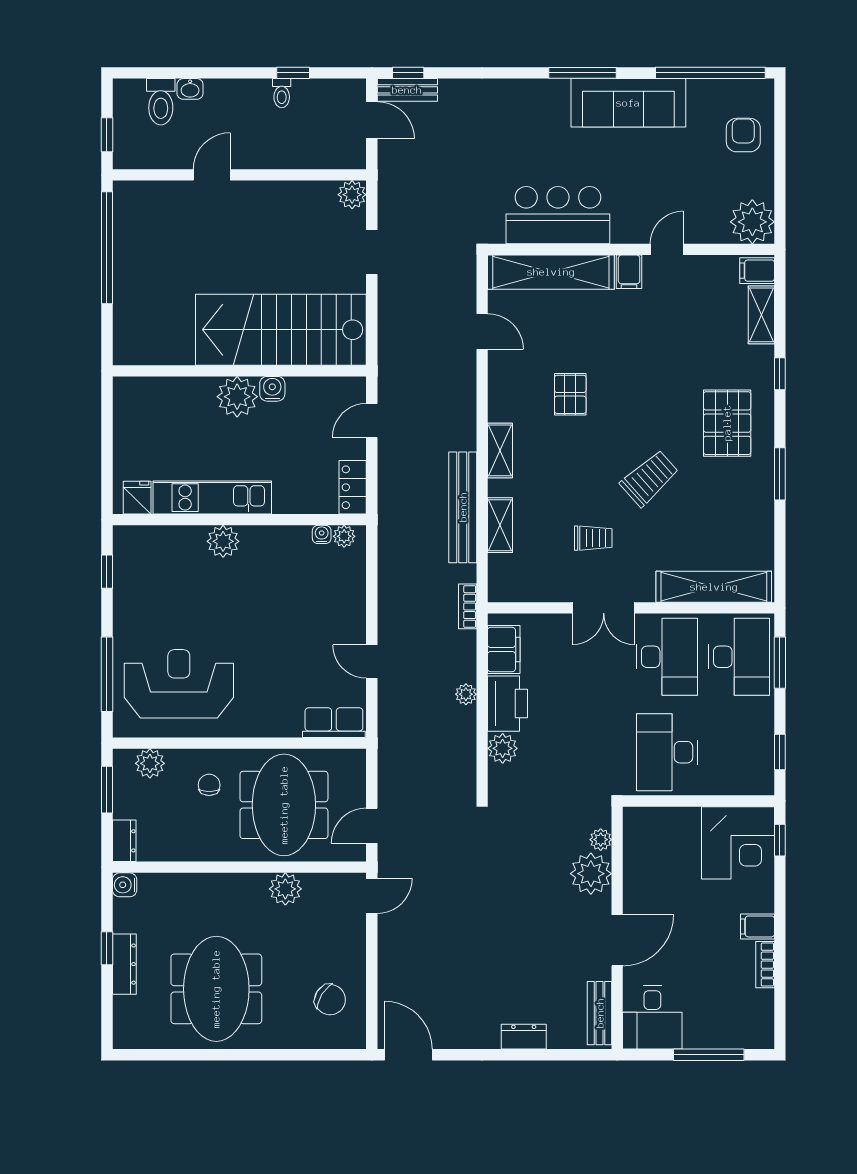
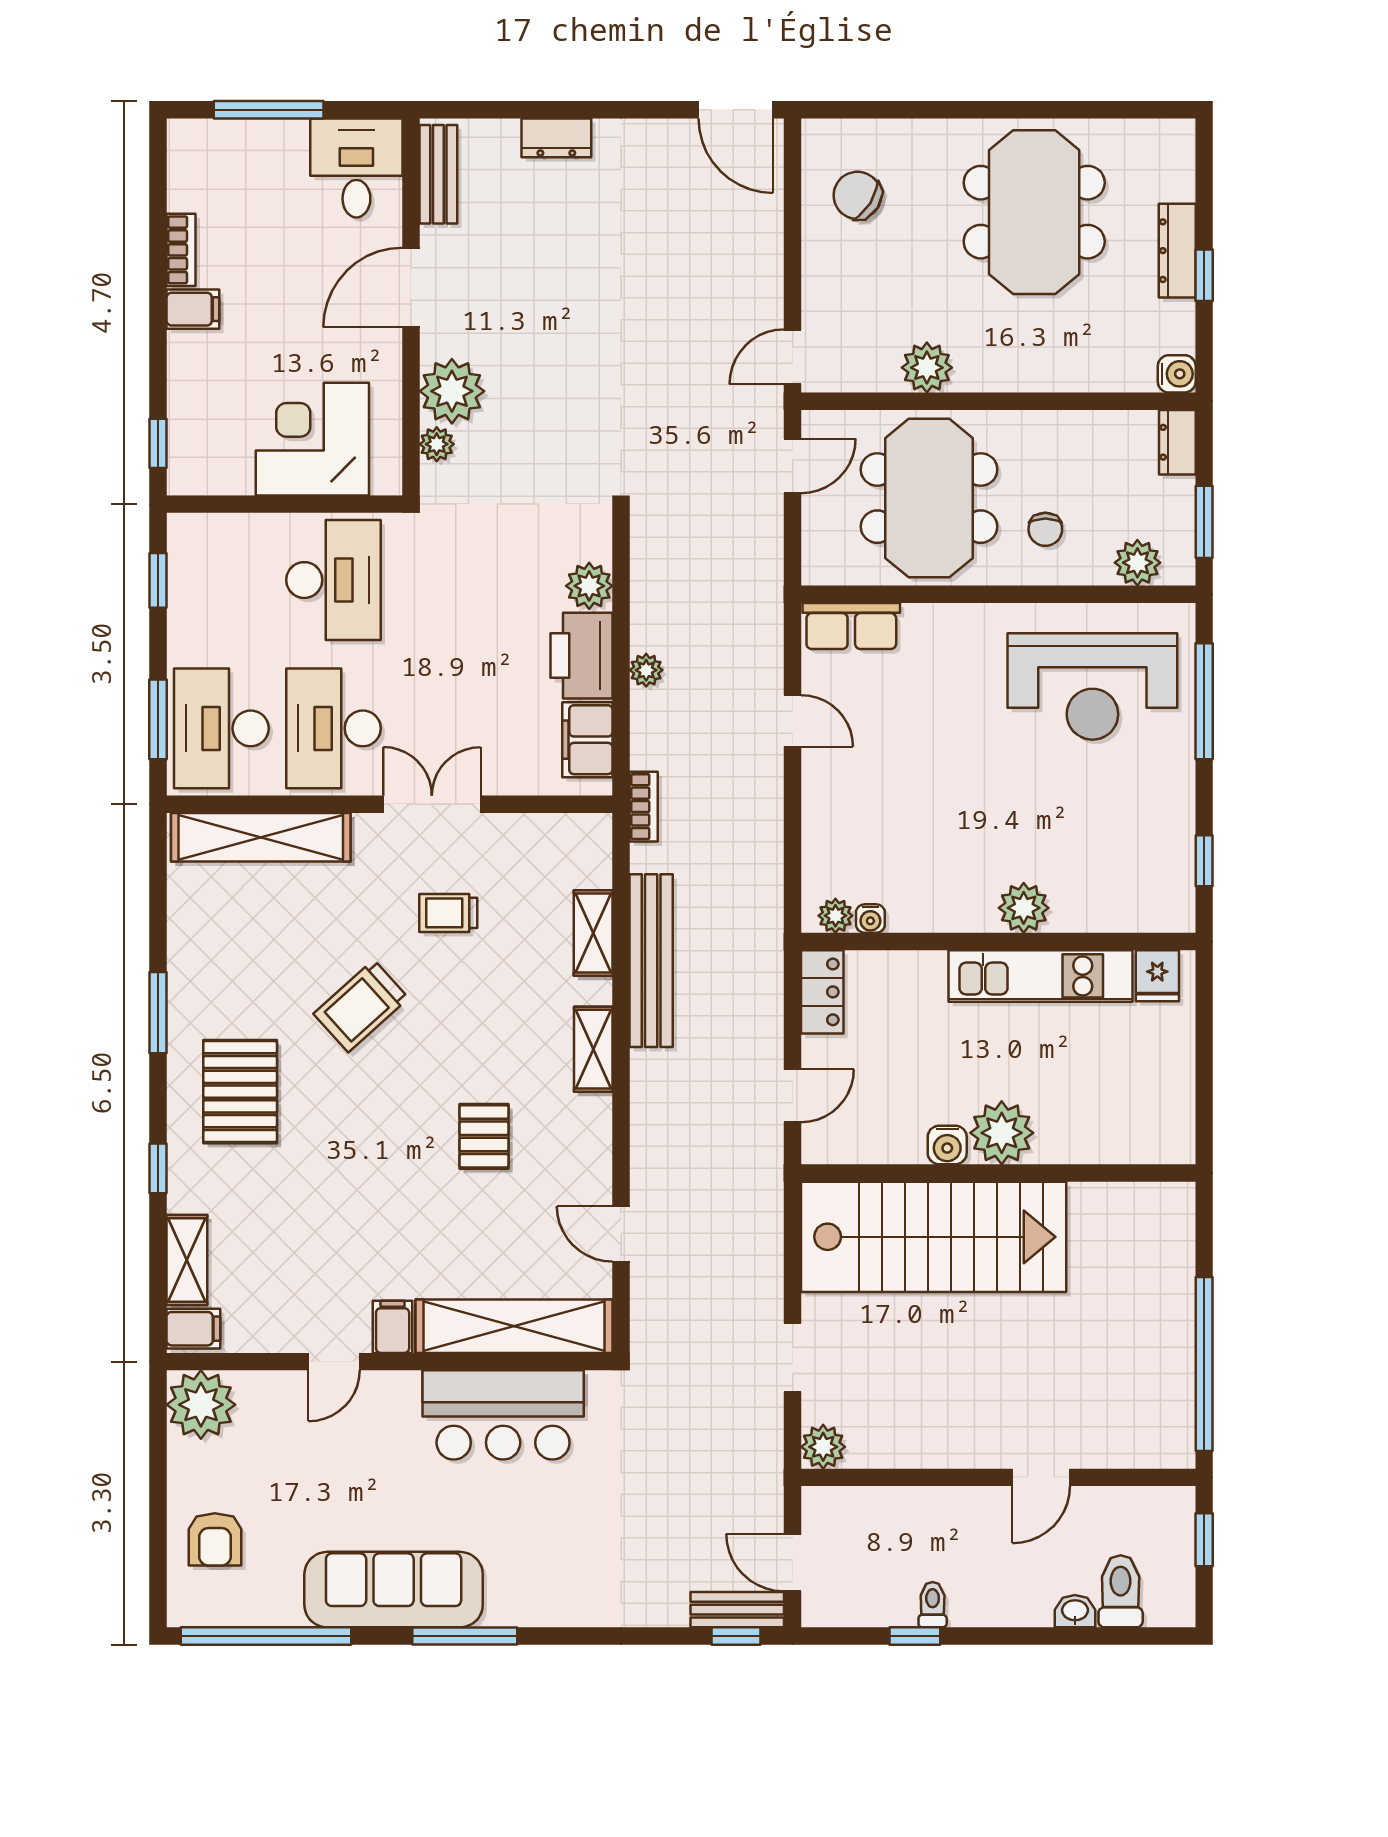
corner desk: (738, 843) -> (312, 439), moved

